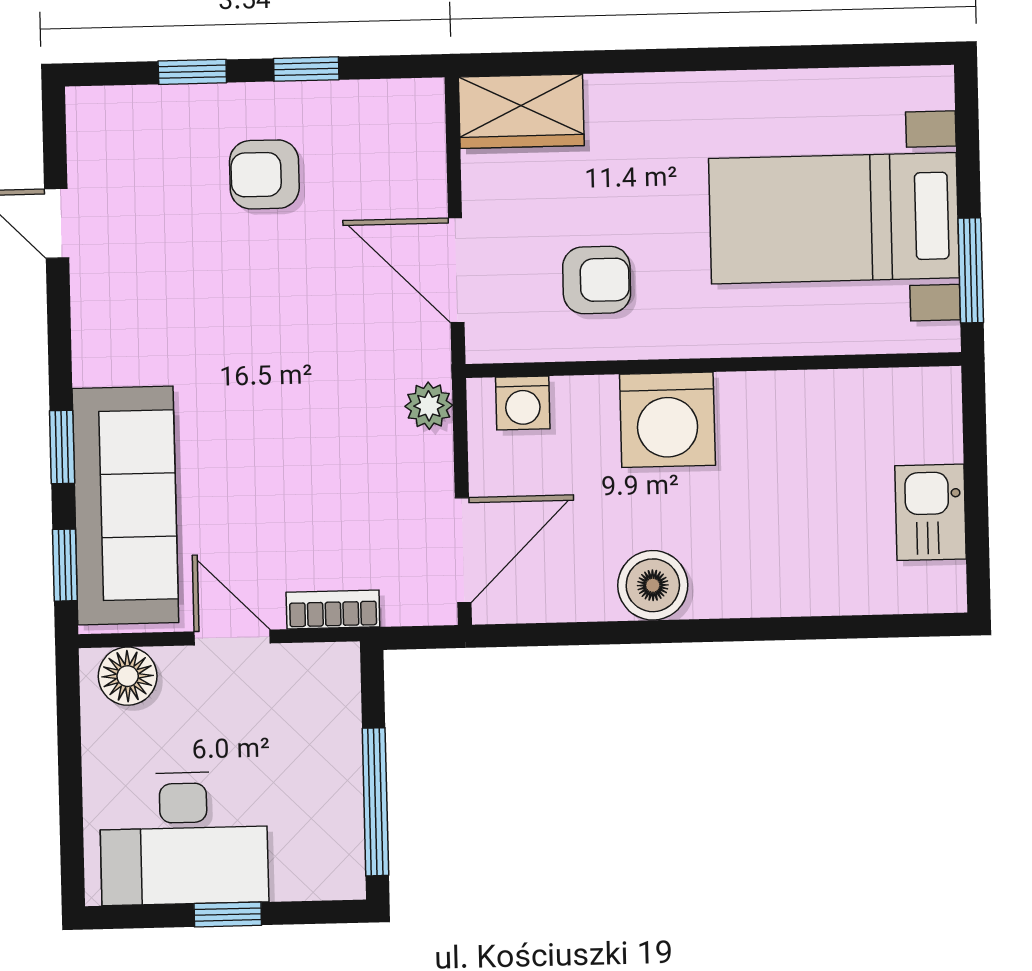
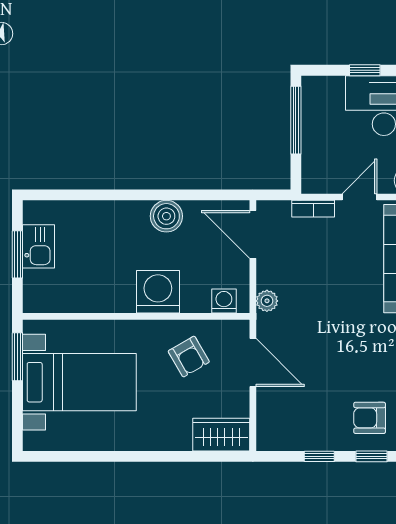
armchair: (264, 174) -> (370, 418), moved, turned 180
armchair: (597, 280) -> (189, 357), turned -120
window: (976, 494) -> (17, 254), added
door: (463, 550) -> (253, 234), hinge flipped
door: (232, 637) -> (360, 197), swing flipped

